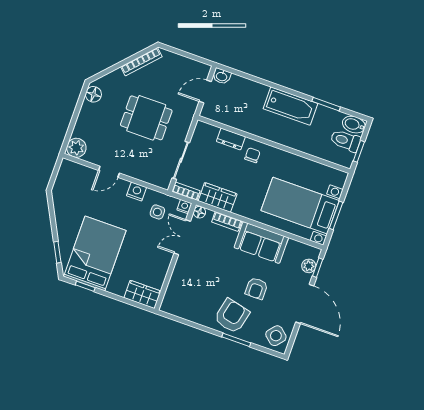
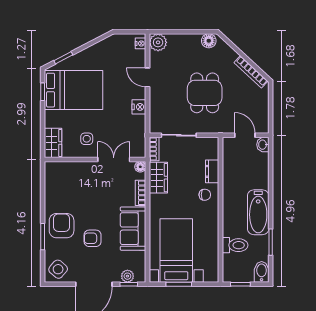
toilet: (345, 141) -> (235, 245), moved, turned 90
nightstand: (184, 207) -> (140, 43), moved
side table: (157, 212) -> (87, 139), moved
armchair: (232, 316) -> (62, 226), turned -103

